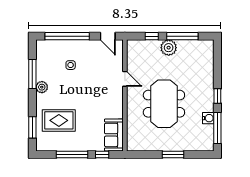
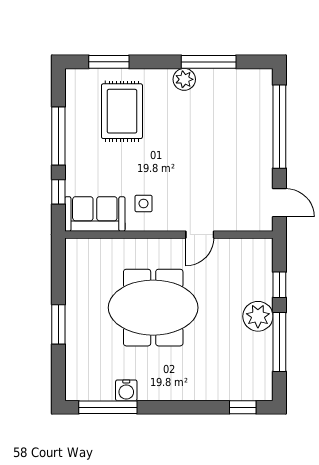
door: (108, 36) -> (279, 203), swing flipped
side table: (71, 65) -> (144, 203), moved
window: (217, 96) -> (243, 407), moved

